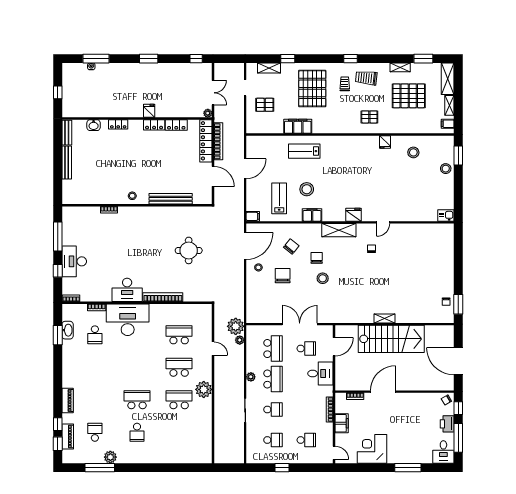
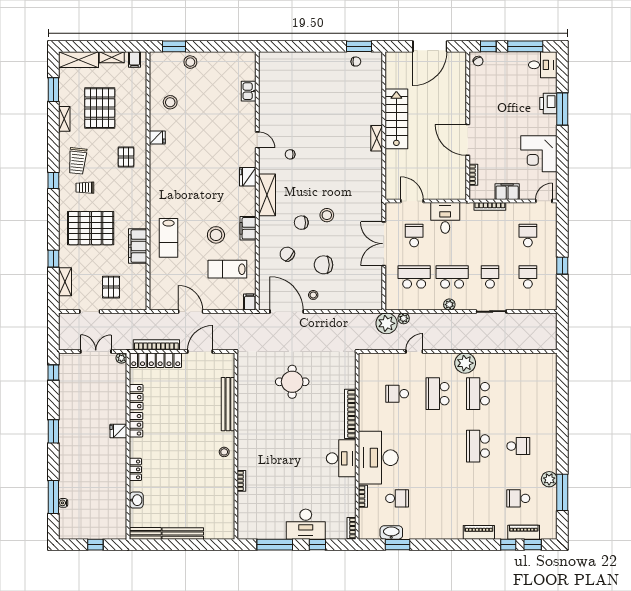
kitchen sink: (446, 215) -> (249, 91), moved
school desk: (179, 335) -> (397, 394), width x0.54
stairs: (391, 339) -> (396, 119), width x0.73, depth x0.66
printer: (447, 424) -> (548, 104), moved, turned 90

